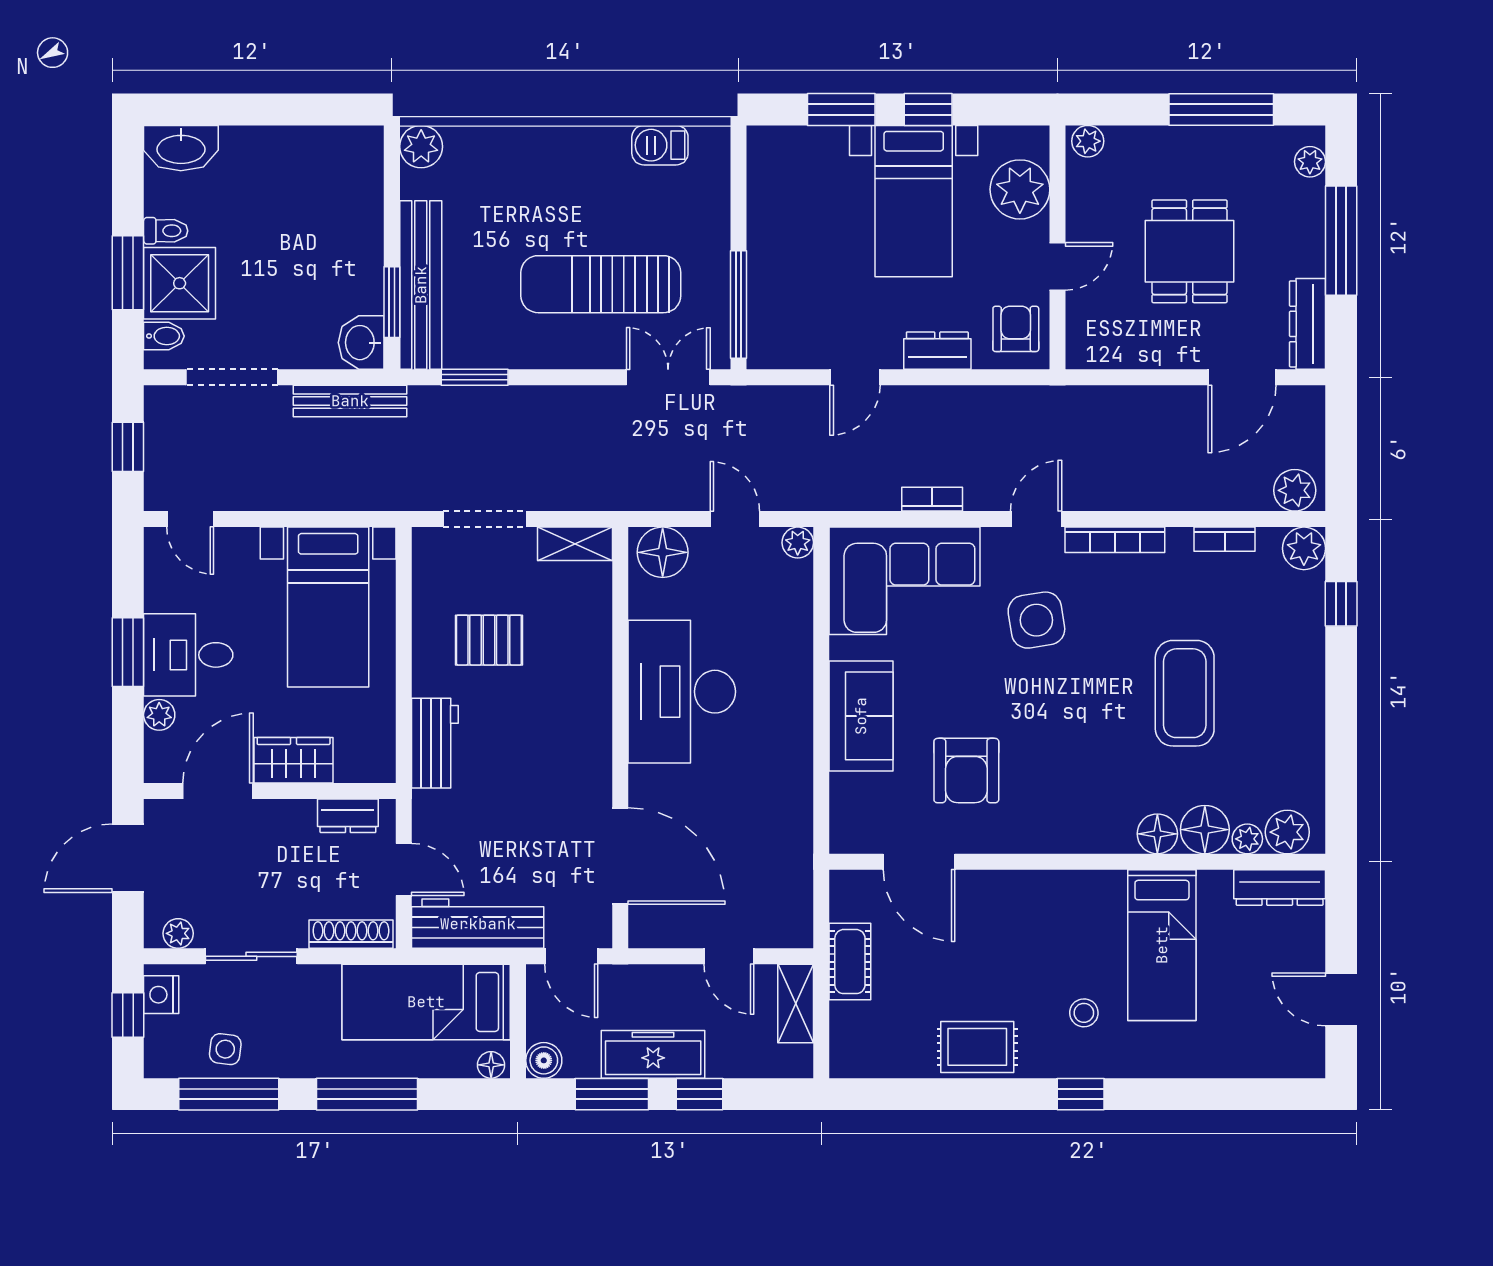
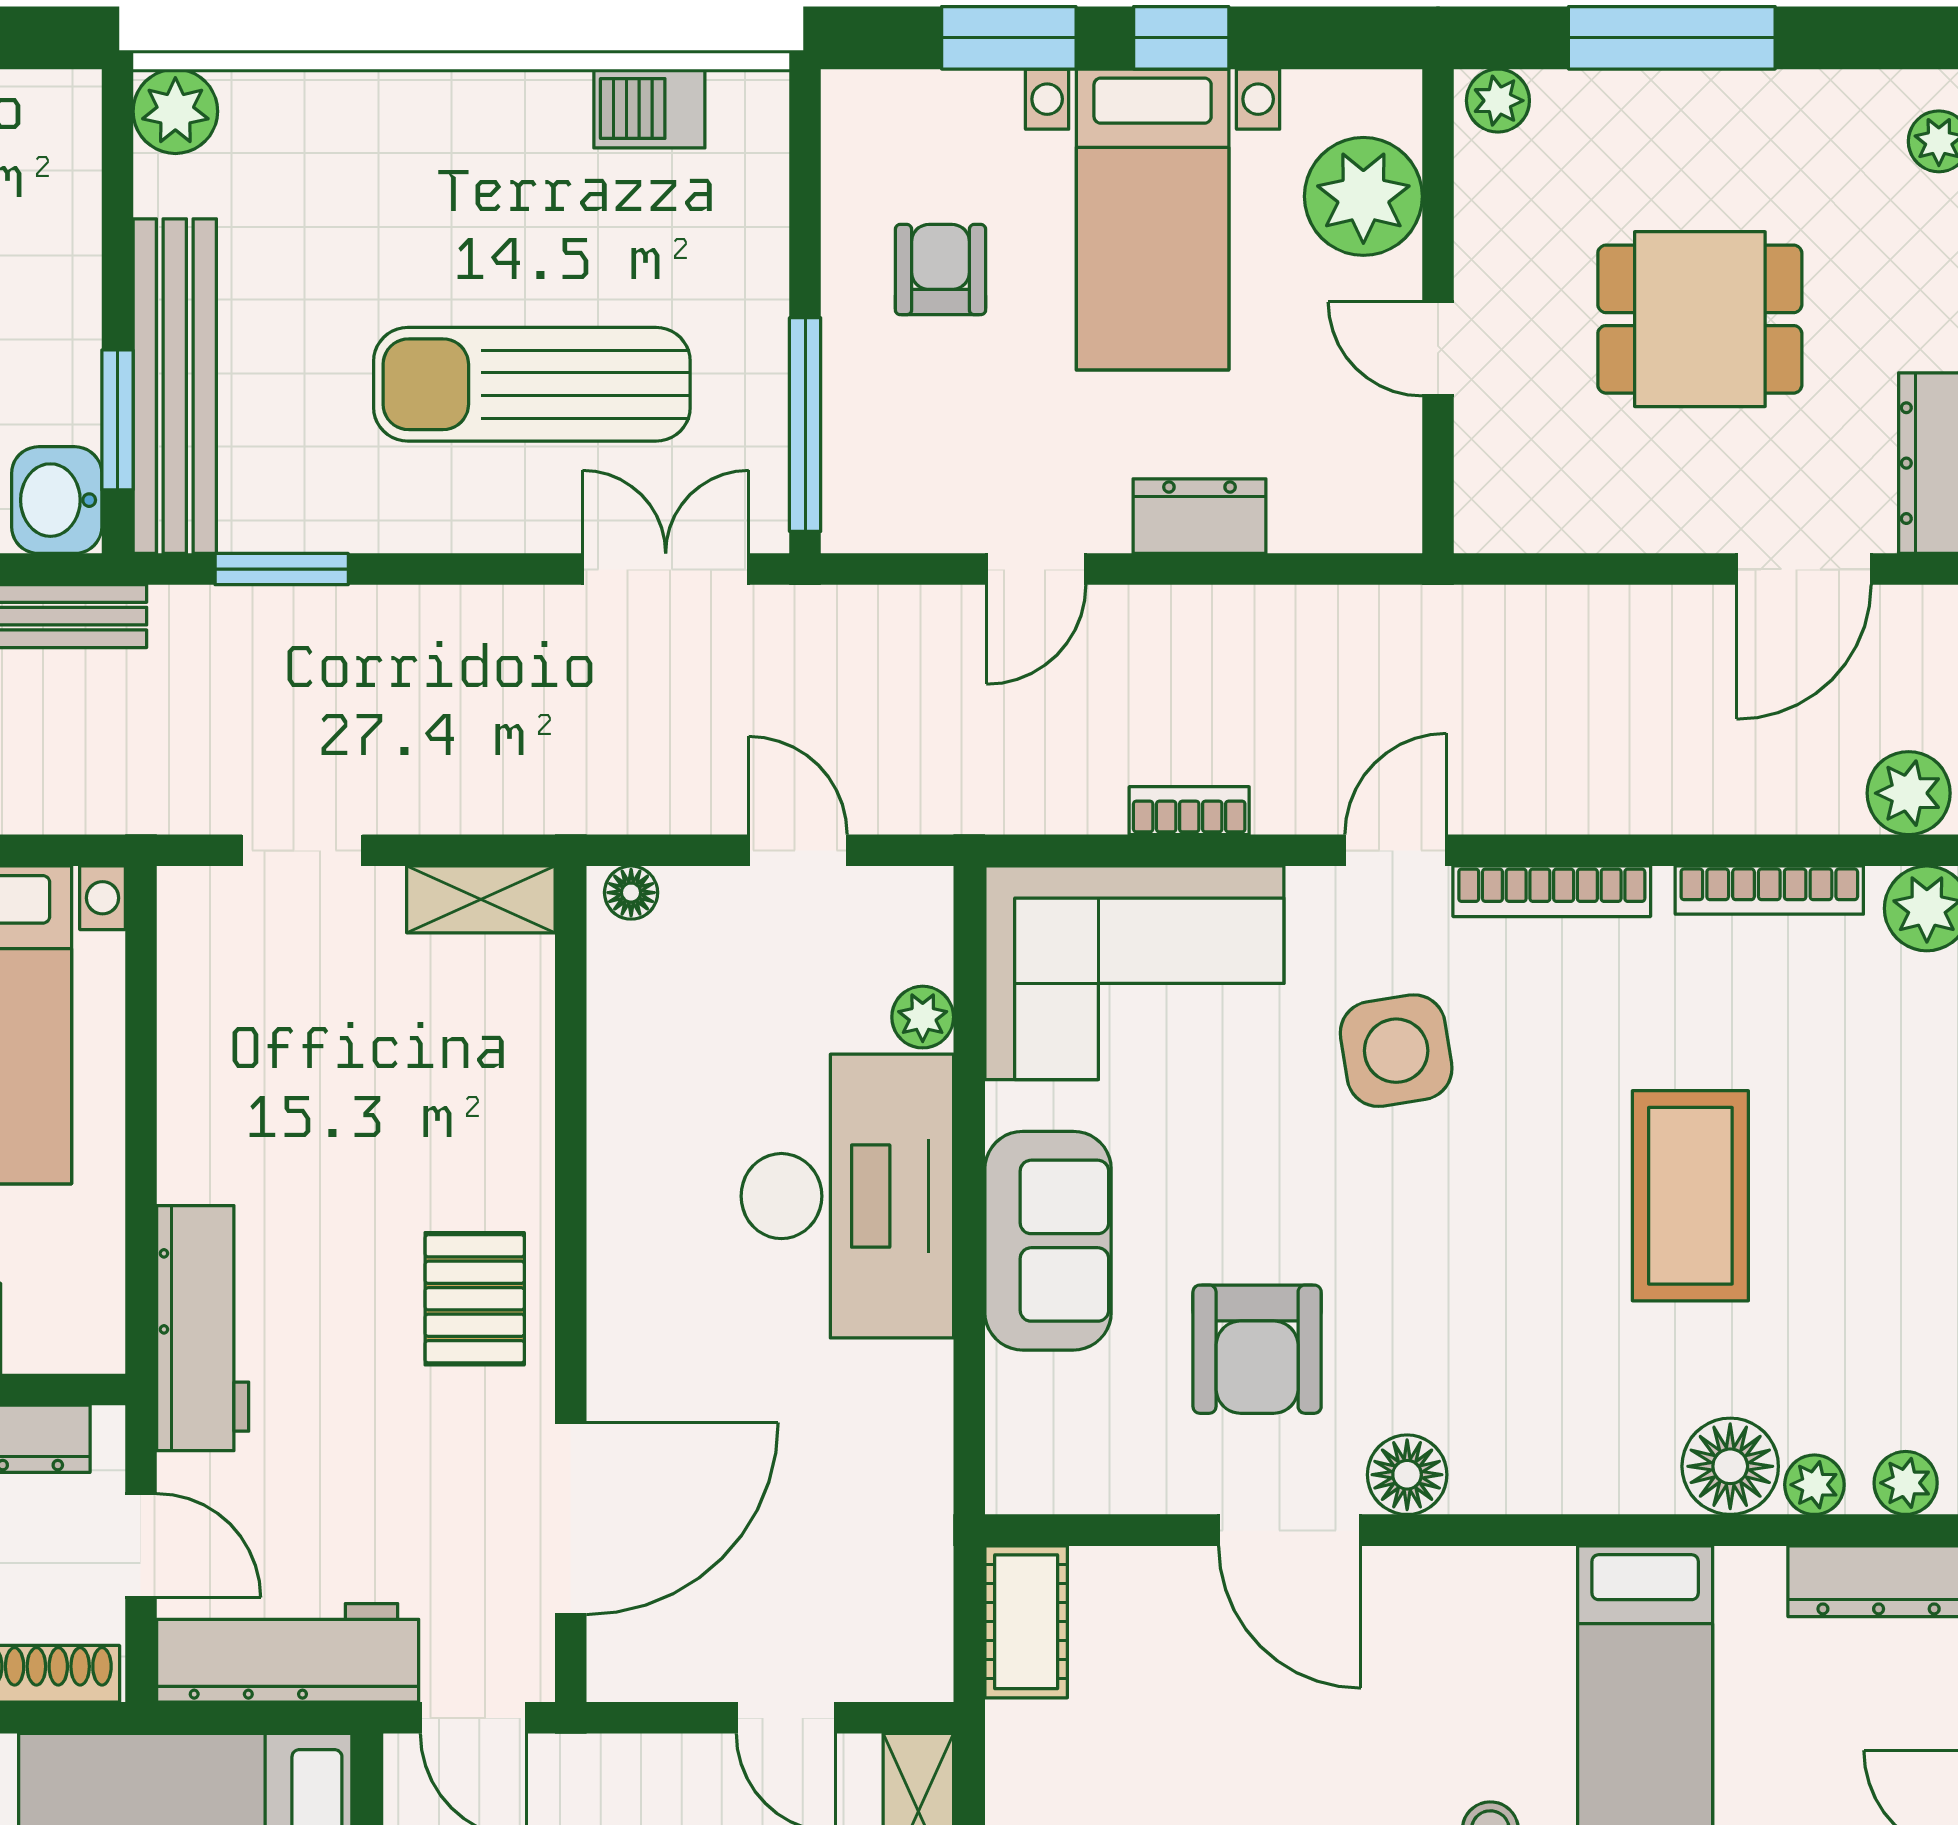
window: (1221, 110) -> (1672, 38), moved
dining table: (1190, 251) -> (1700, 319), turned 90
door: (1058, 266) -> (1438, 349), swing flipped
armchair: (1016, 329) -> (940, 270), moved
doorway: (485, 519) -> (302, 850), width x0.73
bookcase: (1225, 539) -> (1769, 890), width x1.56
plant: (798, 543) -> (923, 1017), moved
floor lamp: (663, 552) -> (631, 893), width x0.53, depth x0.53
pallet: (489, 640) -> (475, 1299), moved, turned 90
desk: (682, 692) -> (847, 1196), moved, turned 180
workbench: (435, 743) -> (203, 1328), width x1.38
plant: (1287, 832) -> (1906, 1483), width x0.73, depth x0.73
floor lamp: (1157, 834) -> (1407, 1475), moved
door: (620, 856) -> (571, 1519), hinge flipped
door: (919, 862) -> (1290, 1530), moved
cot: (850, 962) -> (1026, 1622), moved

